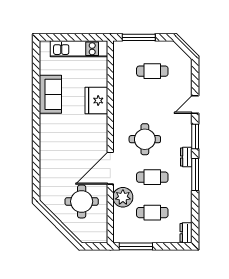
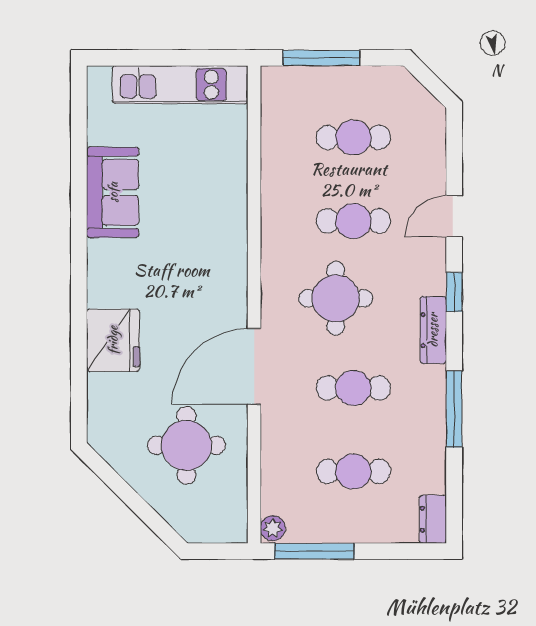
fridge: (96, 101) -> (113, 340), moved, turned 180
cafe table: (152, 106) -> (353, 221), added
window: (195, 137) -> (454, 292), width x0.67
dresser: (186, 157) -> (433, 330), width x1.44
window: (195, 174) -> (454, 409), moved
plant: (123, 197) -> (273, 528), moved, width x0.53, depth x0.53

